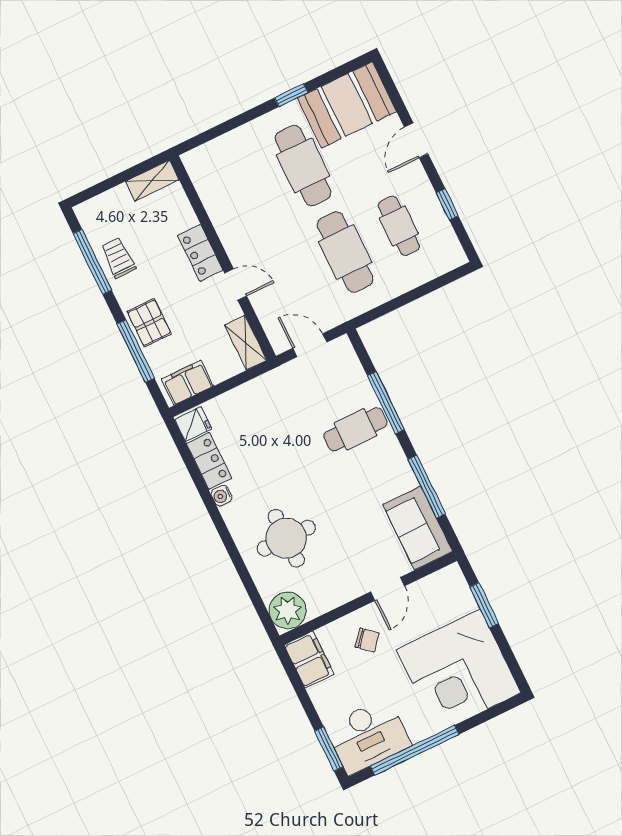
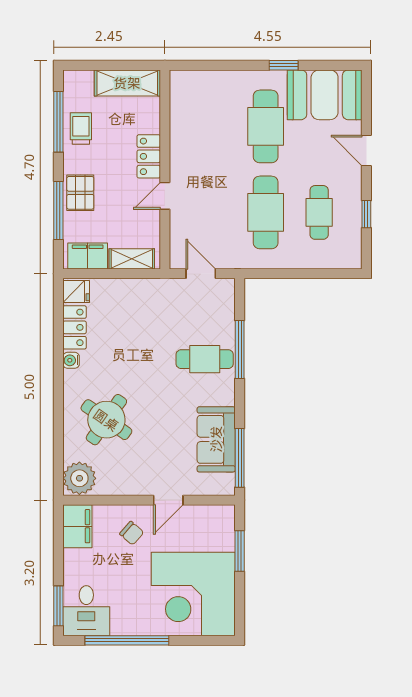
door: (416, 140) -> (366, 150), hinge flipped
shelving: (152, 181) -> (127, 83), width x1.50, depth x1.33
door: (236, 284) -> (165, 196), swing flipped
shelving: (246, 343) -> (132, 259), moved, turned 90
window: (427, 487) -> (240, 458), moved
sofa: (418, 528) -> (216, 439), moved
round table: (286, 538) -> (106, 420), turned 35
desk: (368, 736) -> (86, 611), width x0.73

